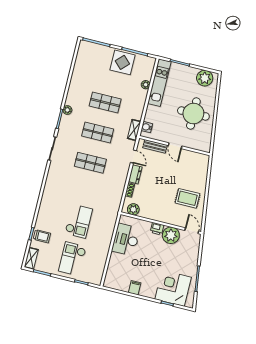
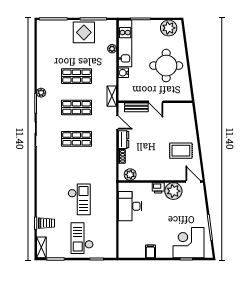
water cooler: (147, 127) -> (123, 73), moved

